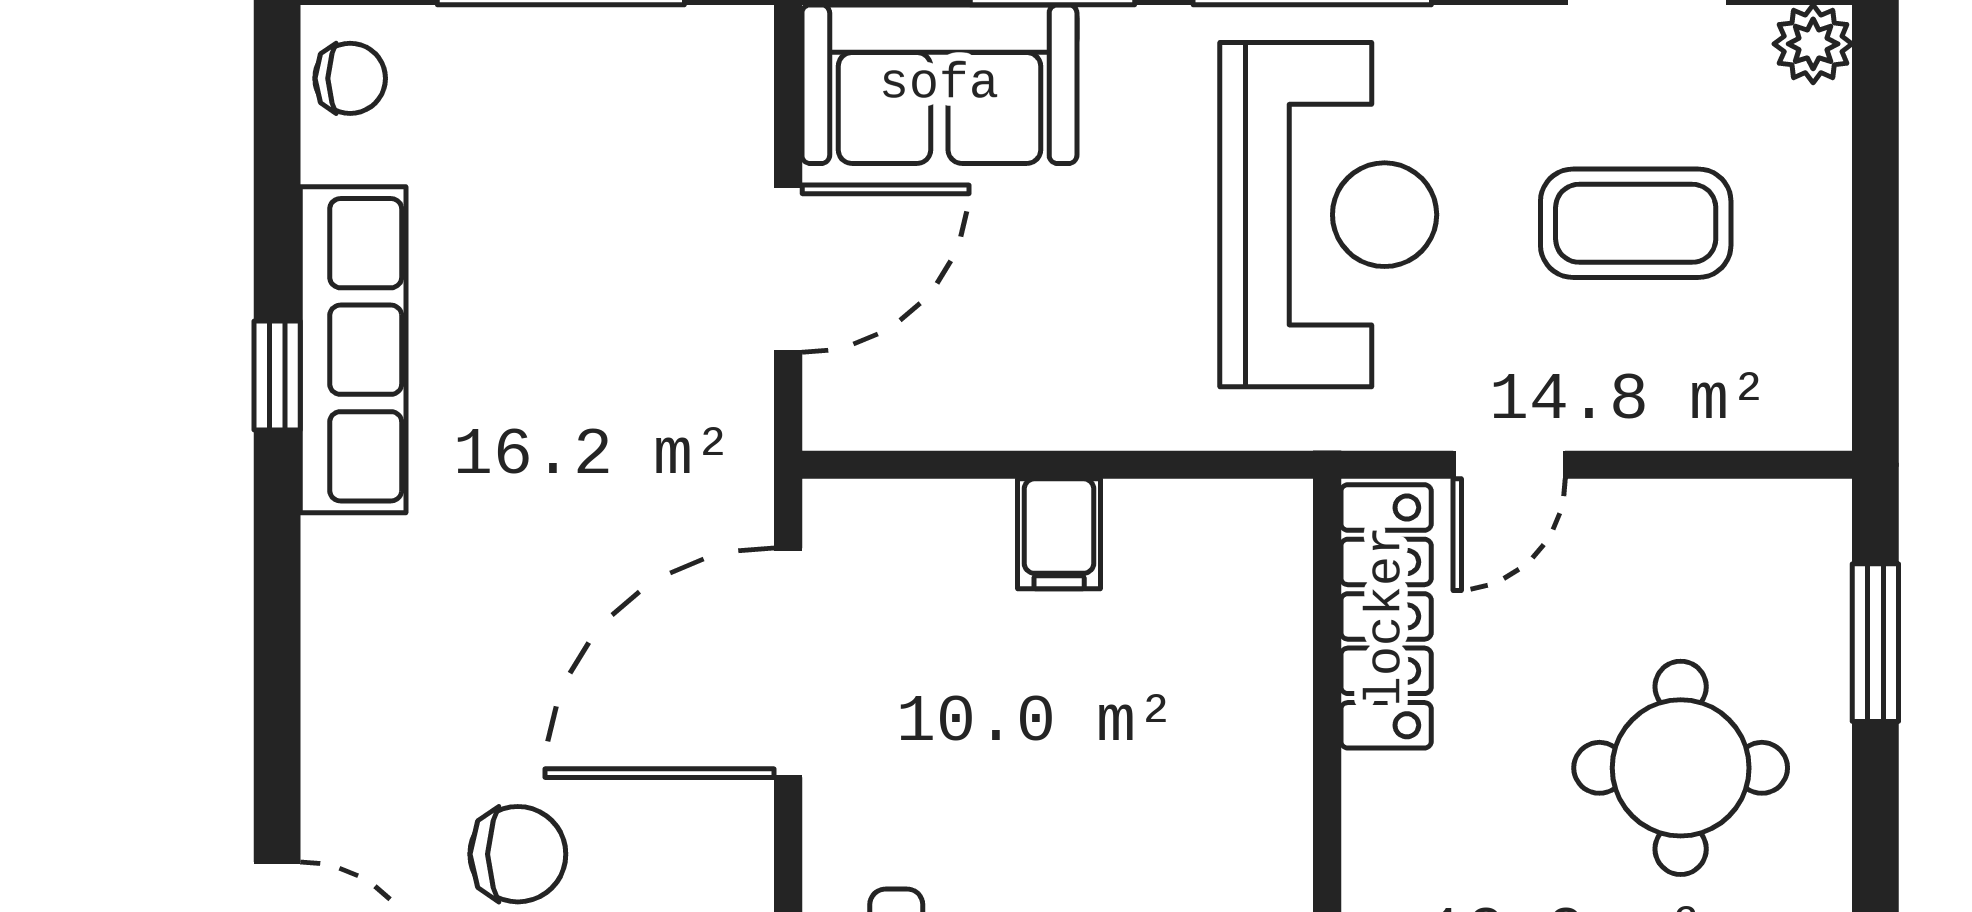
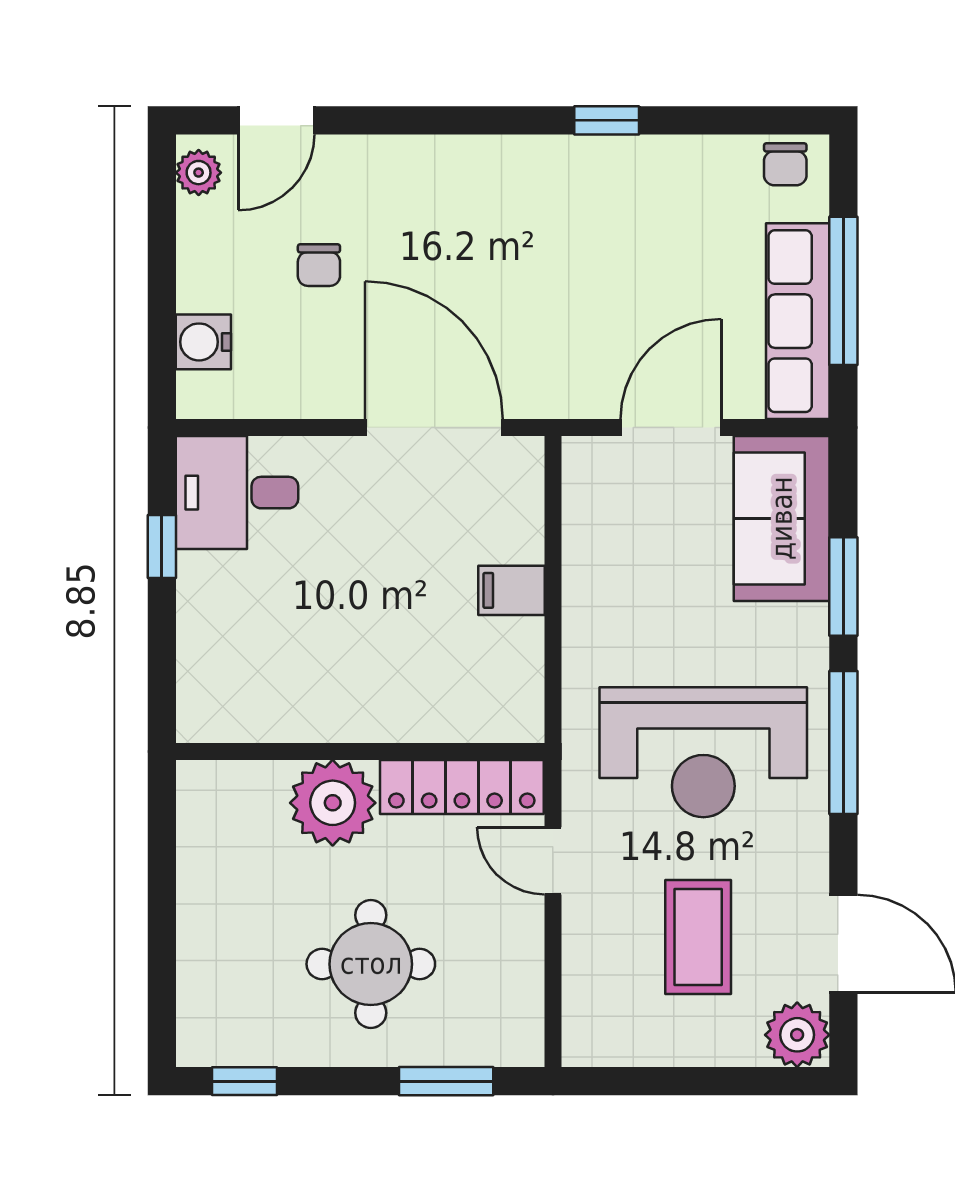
plant: (1813, 44) -> (797, 1035), width x1.38, depth x1.38
door: (788, 269) -> (671, 428), swing flipped
row of seats: (353, 350) -> (798, 321), moved, turned 90
plant: (1412, 831) -> (333, 803), added
chair: (518, 854) -> (319, 265), width x0.73, depth x0.73

